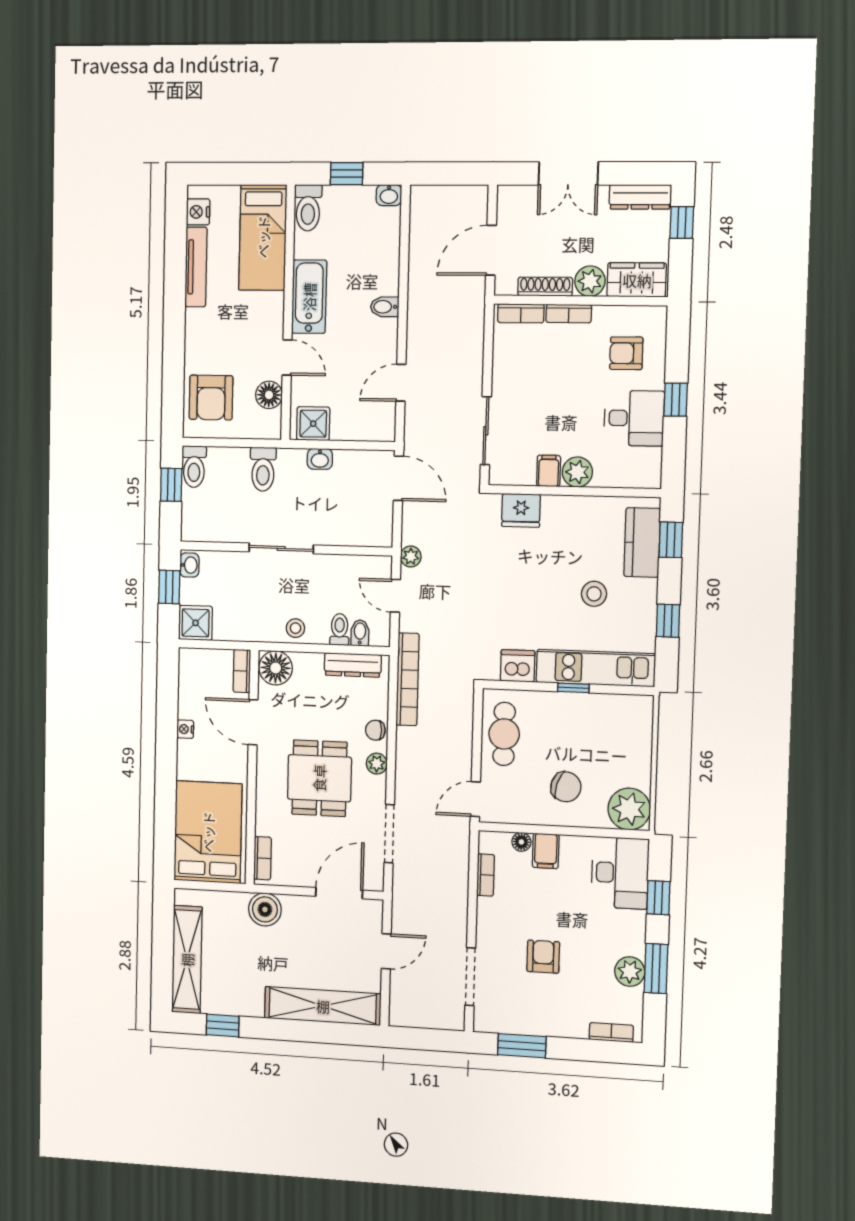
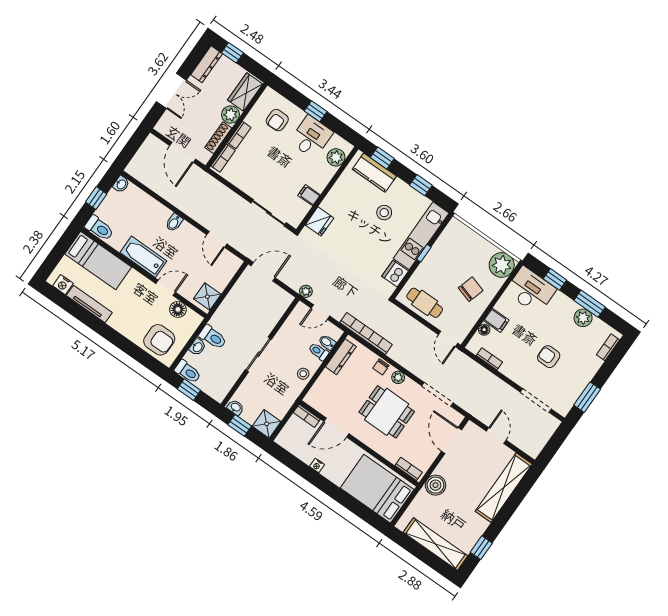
washbasin: (320, 459) -> (197, 347), moved
plant: (577, 472) -> (336, 157), moved
floor lamp: (276, 668) -> (317, 397), removed

